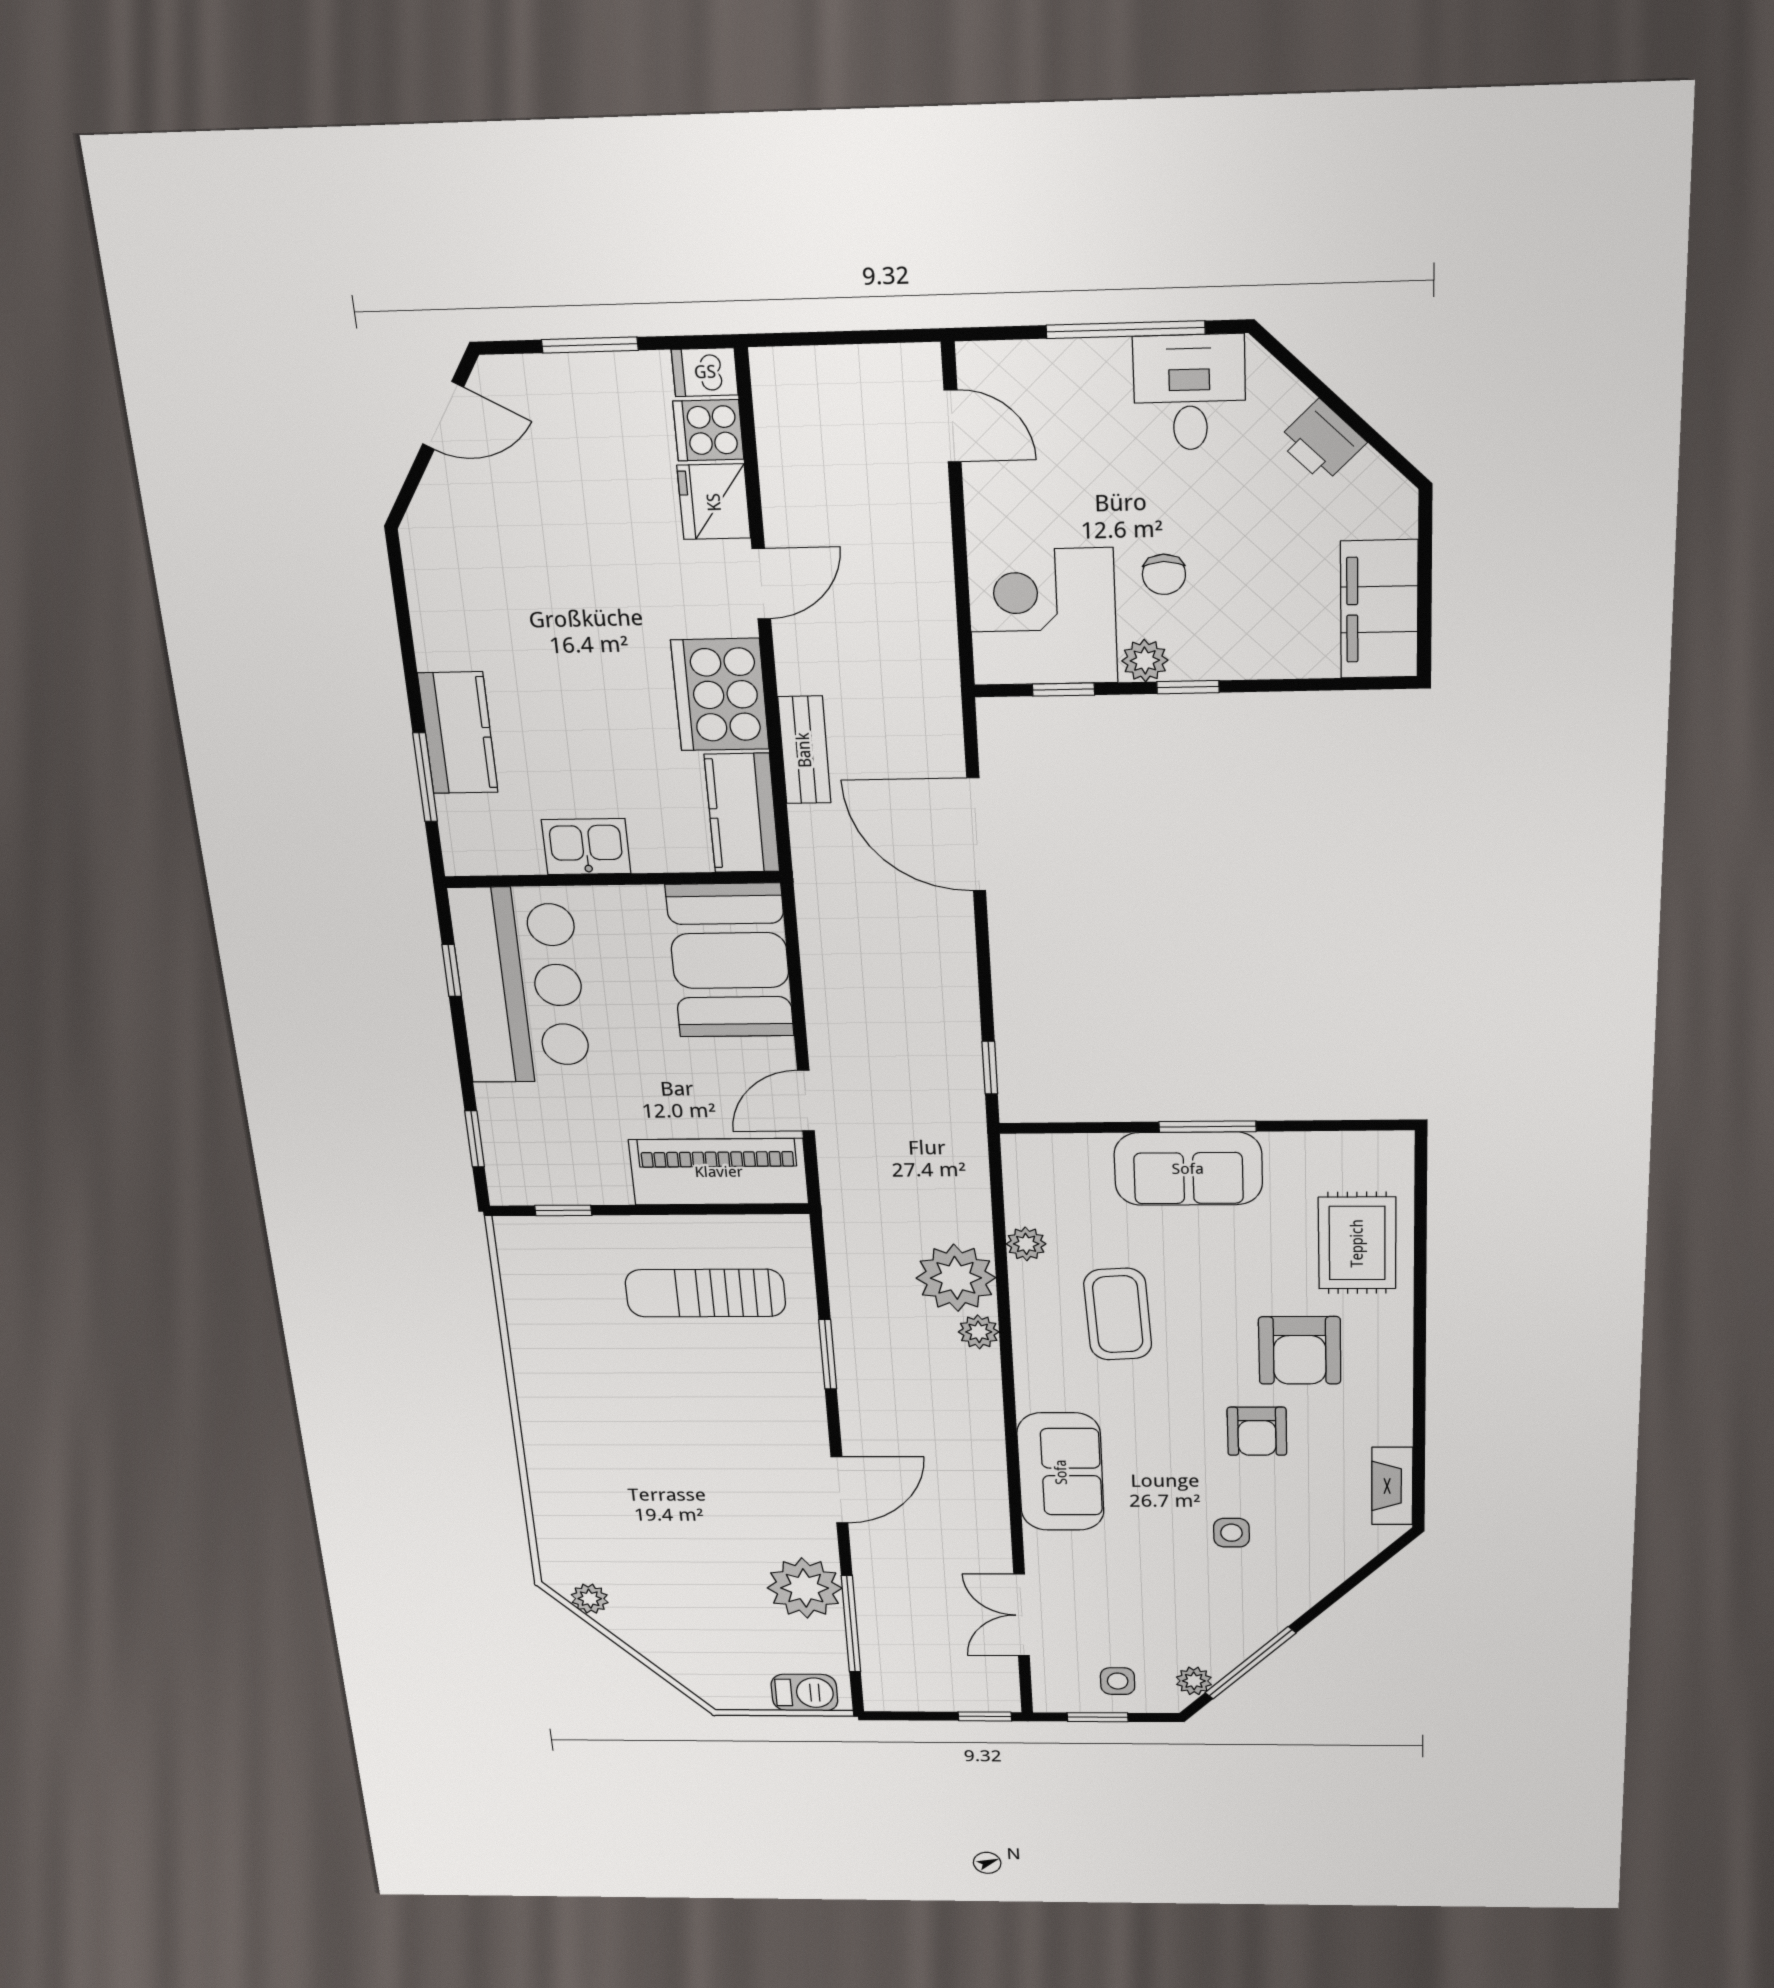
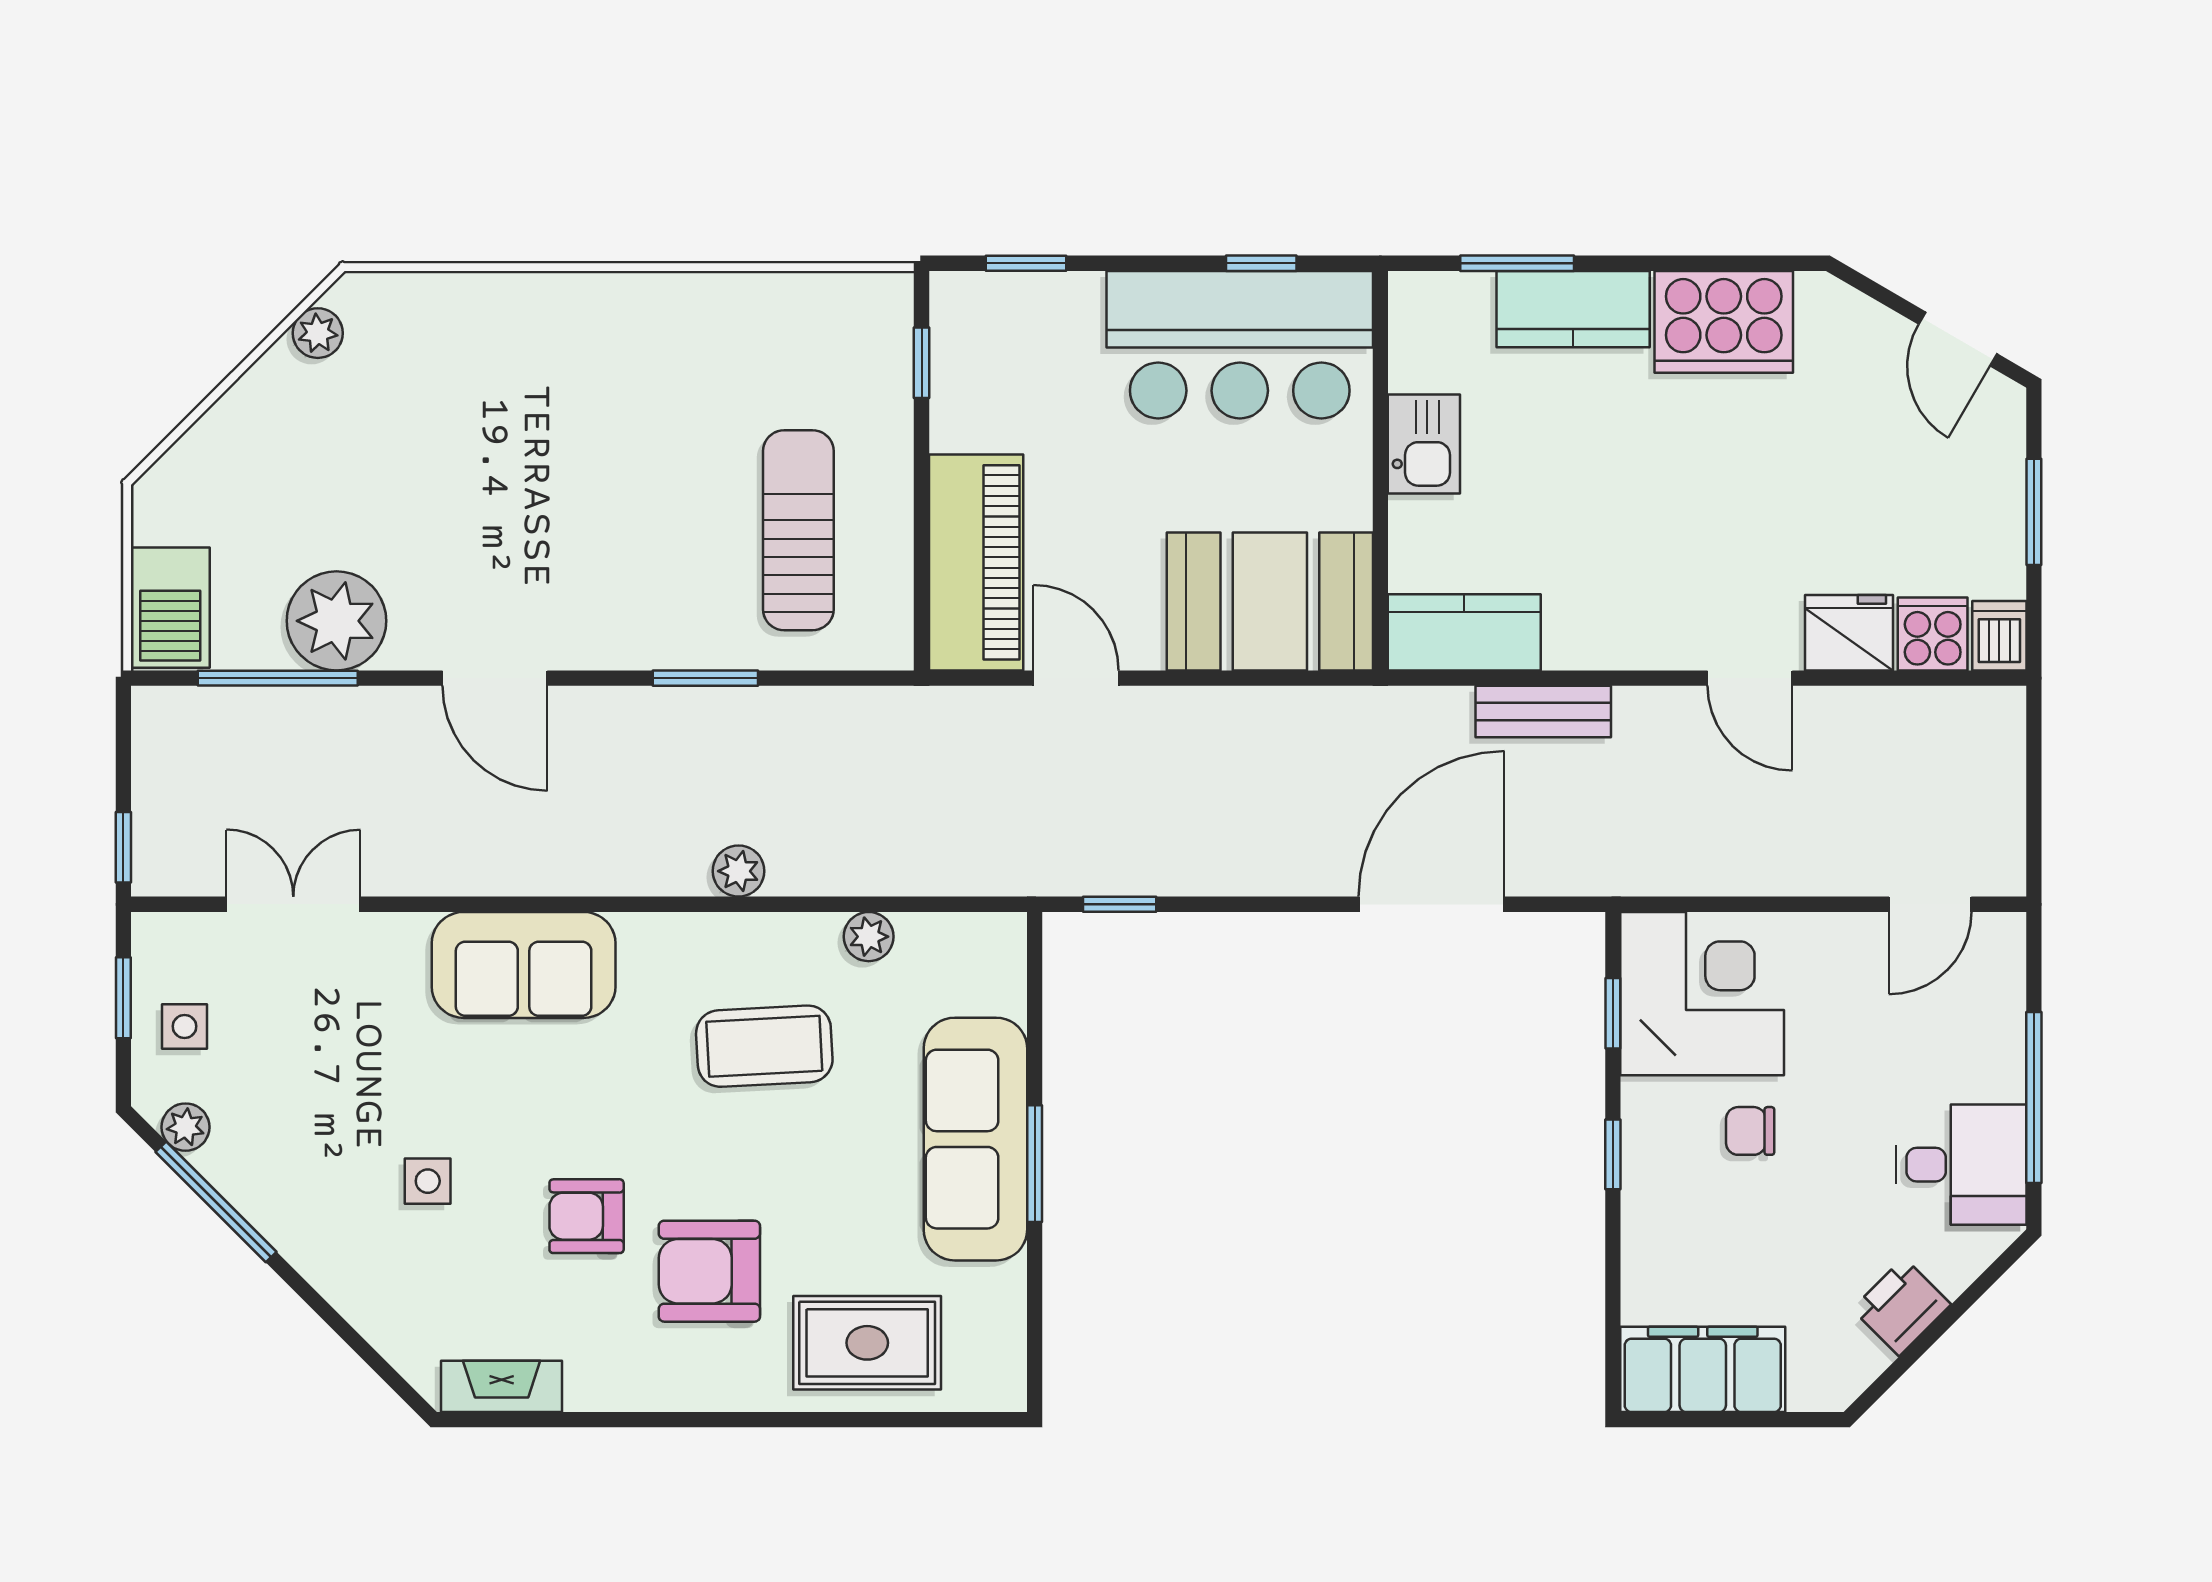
plant: (1145, 660) -> (1647, 1107), removed
cooker: (720, 695) -> (1724, 322), moved, turned 180
sofa: (1188, 1169) -> (975, 1139), width x1.36
plant: (956, 1278) -> (819, 847), removed
barbecue: (804, 1693) -> (170, 608), width x1.38, depth x1.27

